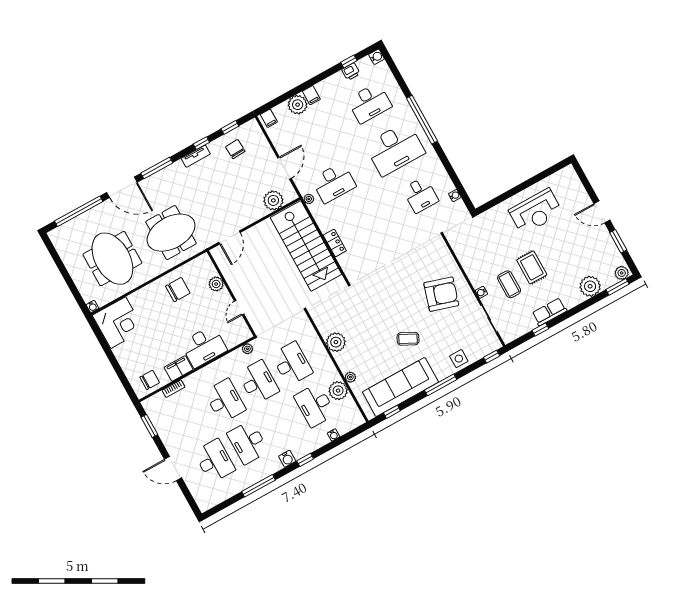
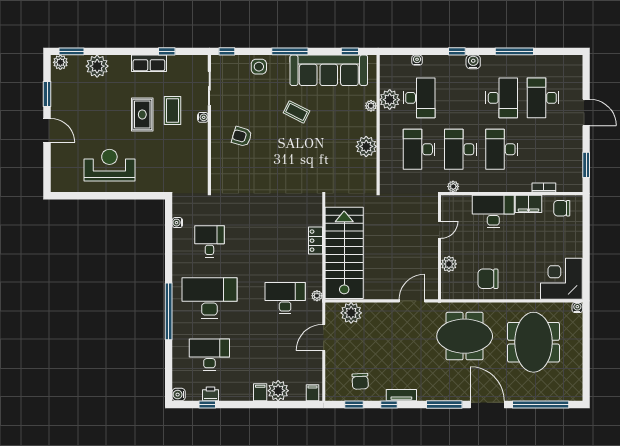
armchair: (441, 294) -> (242, 137), width x0.53, depth x0.53

